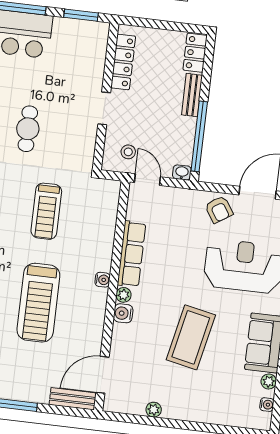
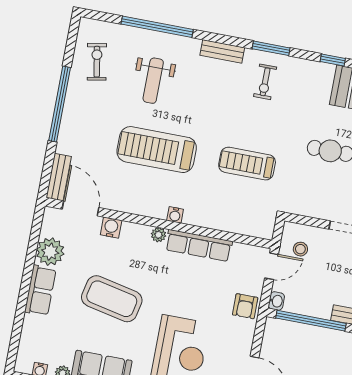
armchair: (219, 209) -> (245, 306), moved, turned -57
water cooler: (123, 313) -> (111, 228), moved
plant: (154, 410) -> (50, 252), width x1.88, depth x1.88
row of seats: (187, 410) -> (40, 290), added

